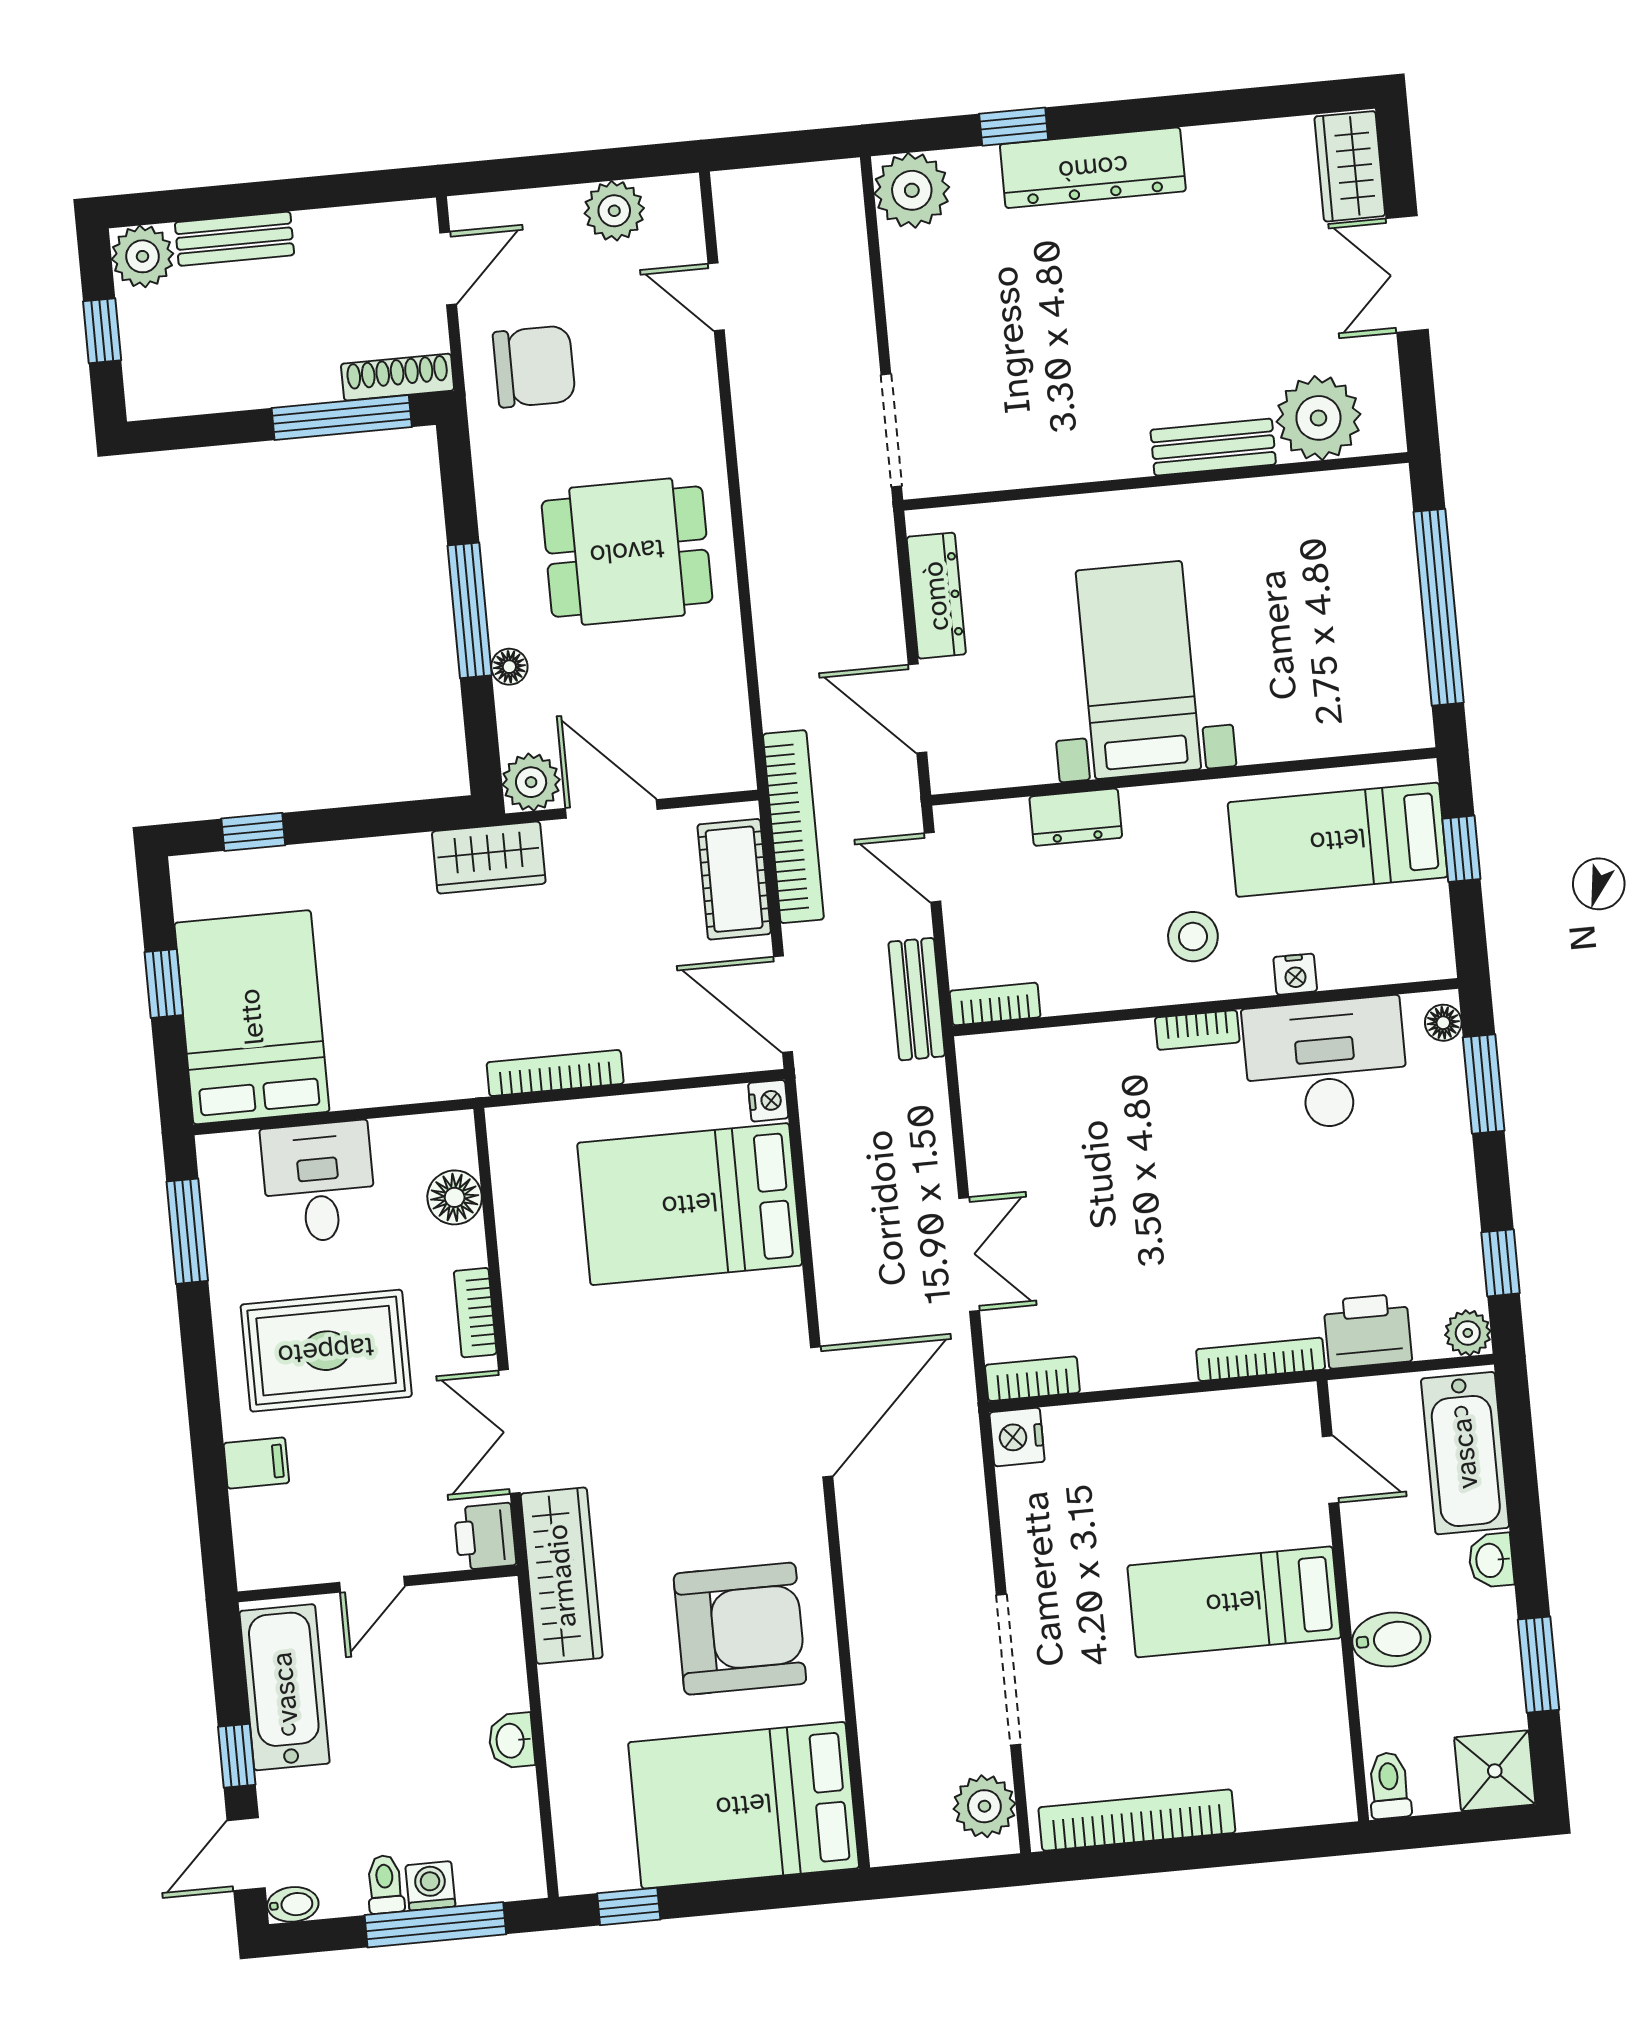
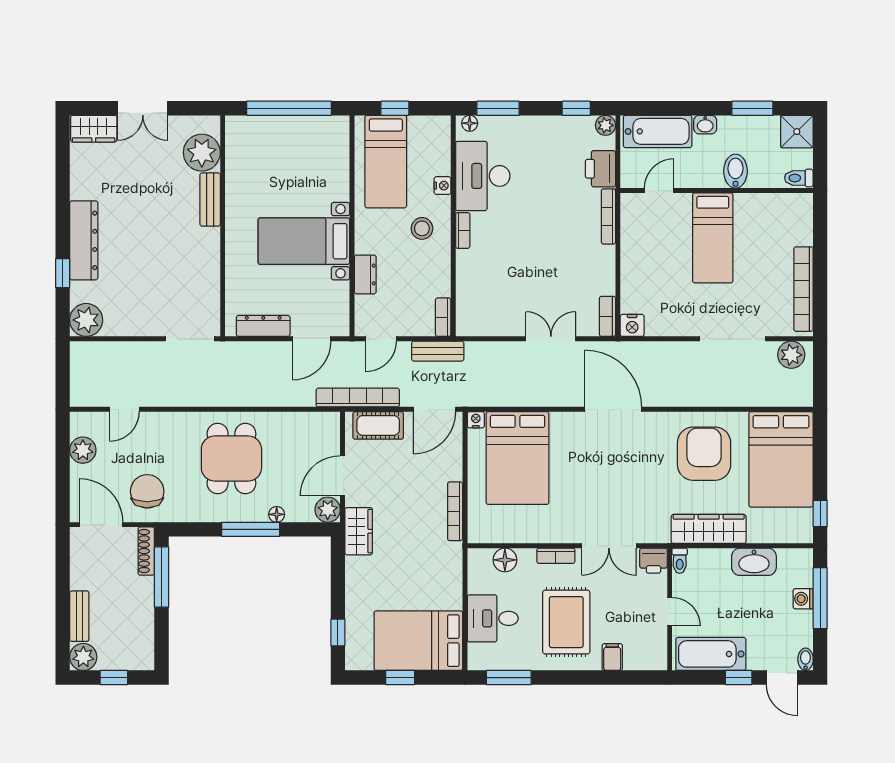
door: (448, 268) -> (101, 525), width x1.37
wardrobe: (562, 1576) -> (709, 529), moved
washbasin: (511, 1741) -> (754, 562), width x1.91, depth x1.45
toilet: (385, 1884) -> (680, 561), moved, turned -90

